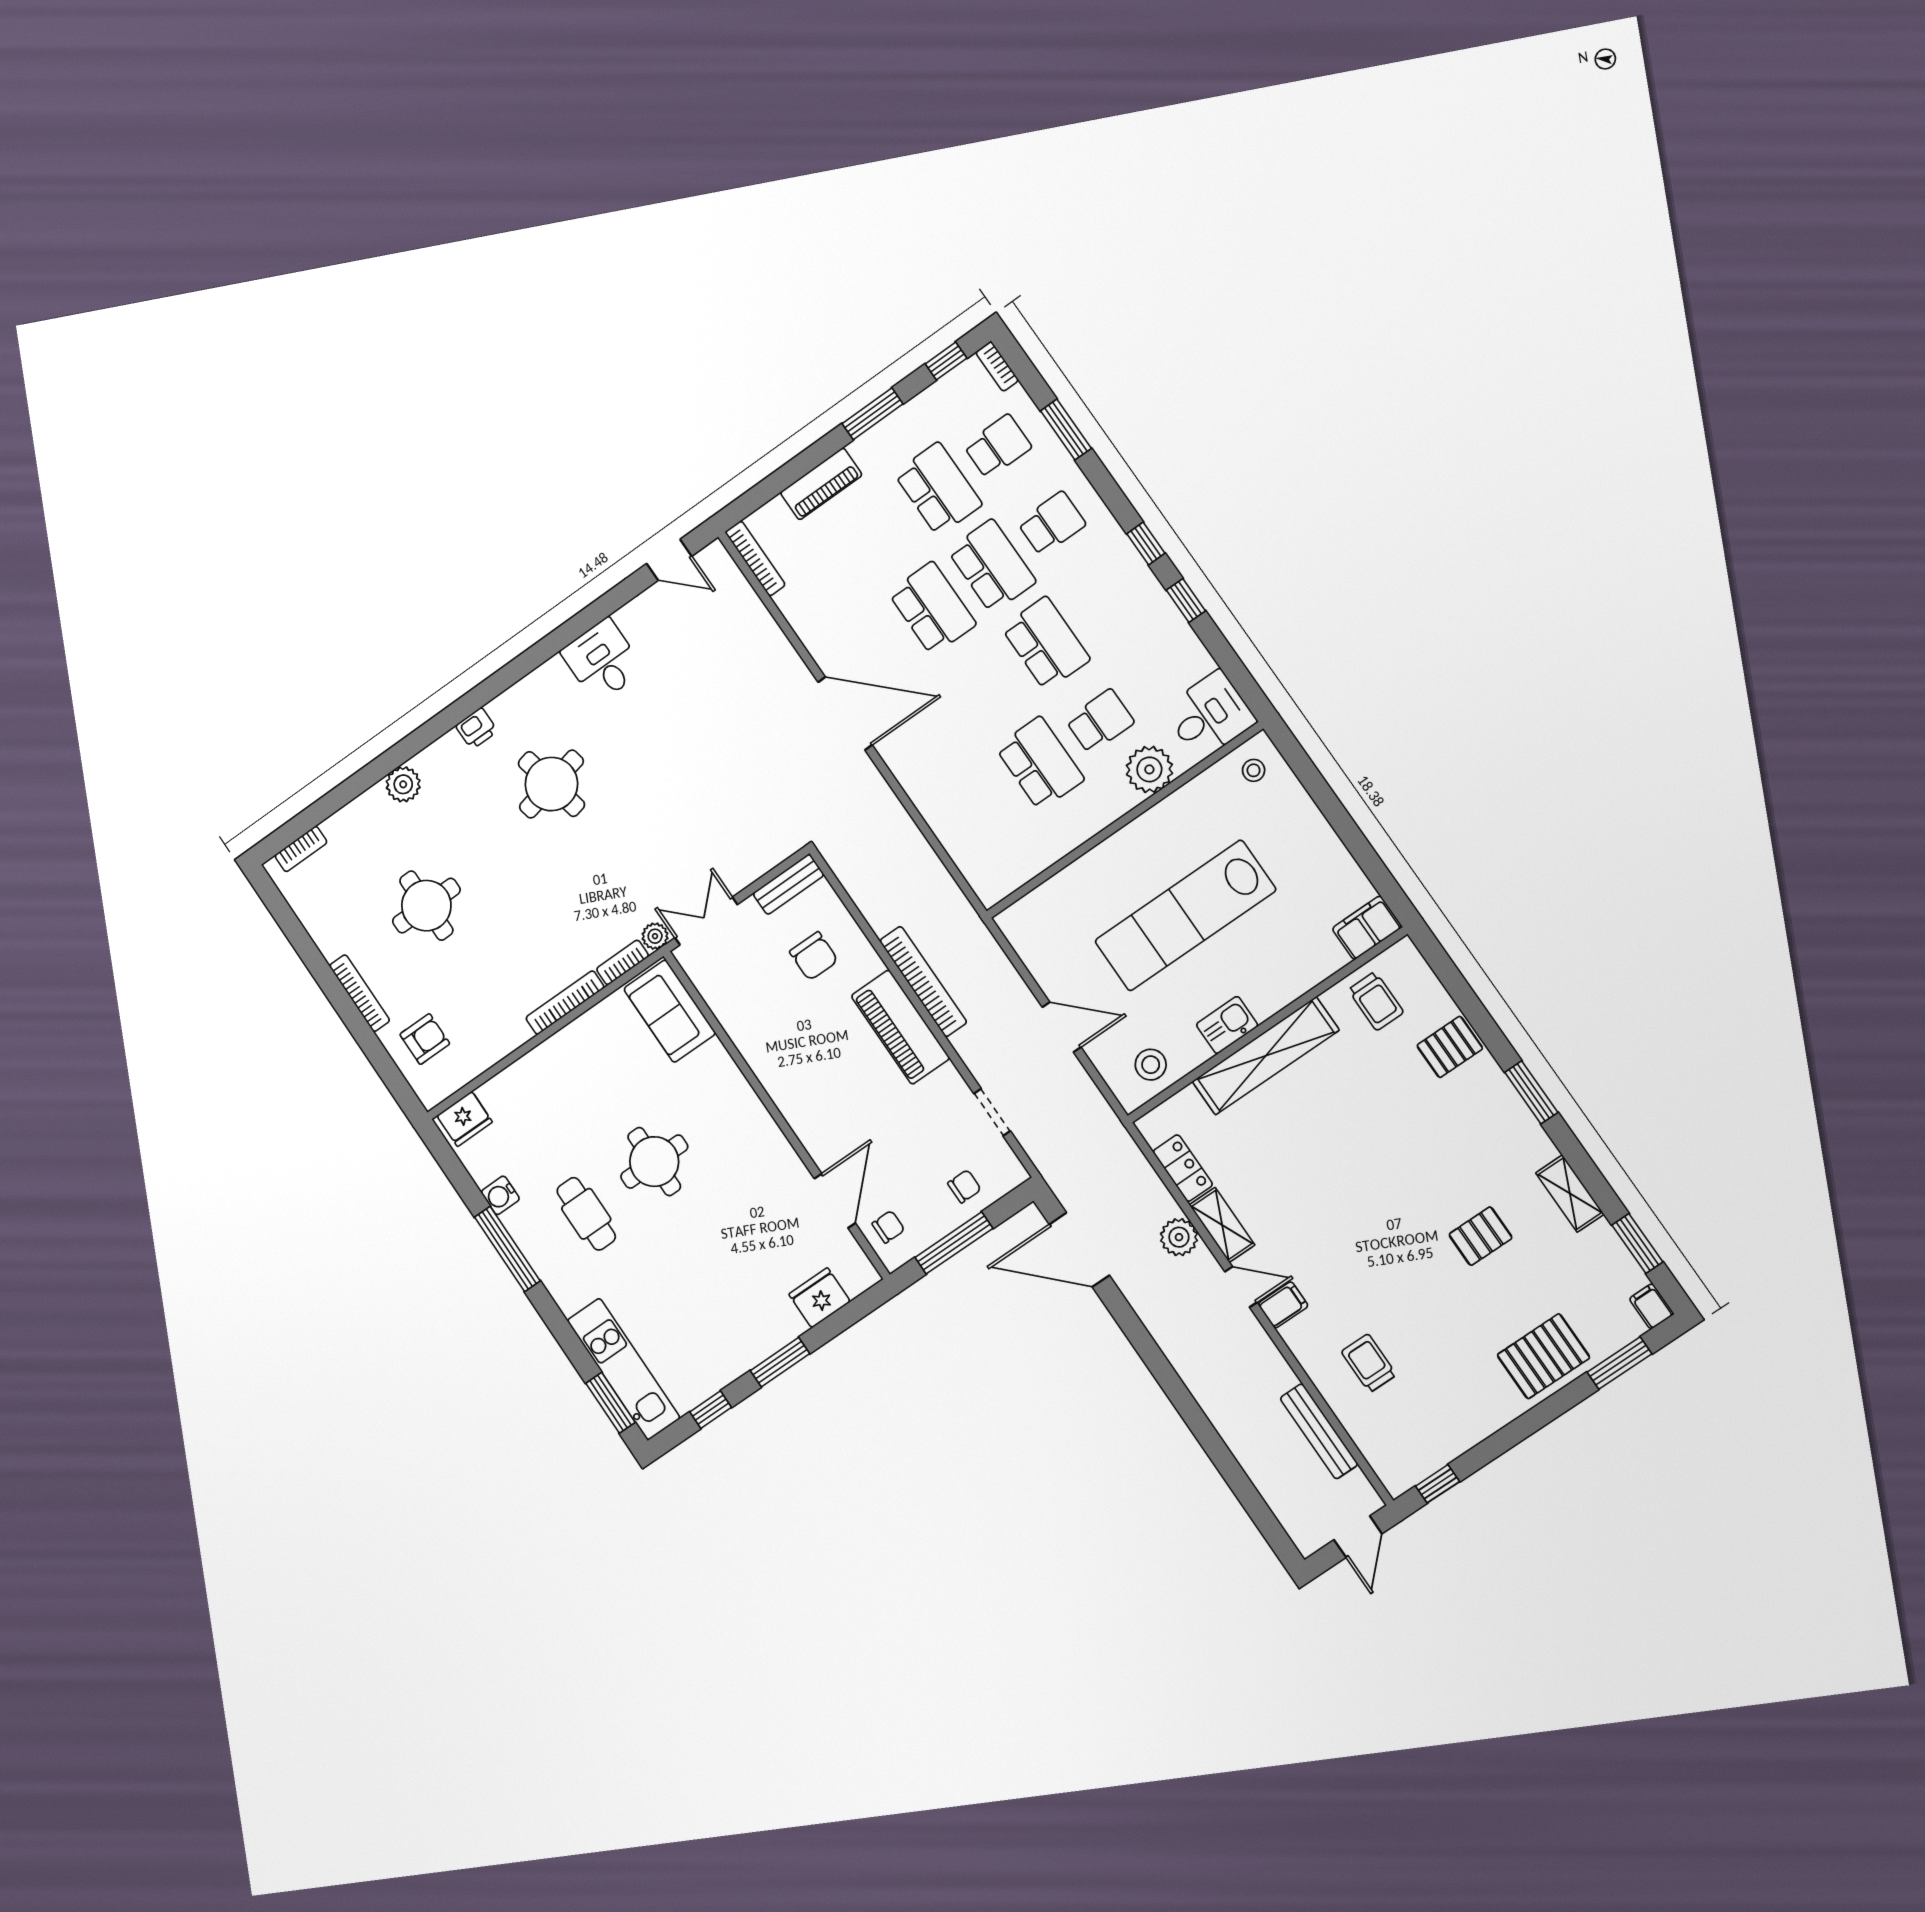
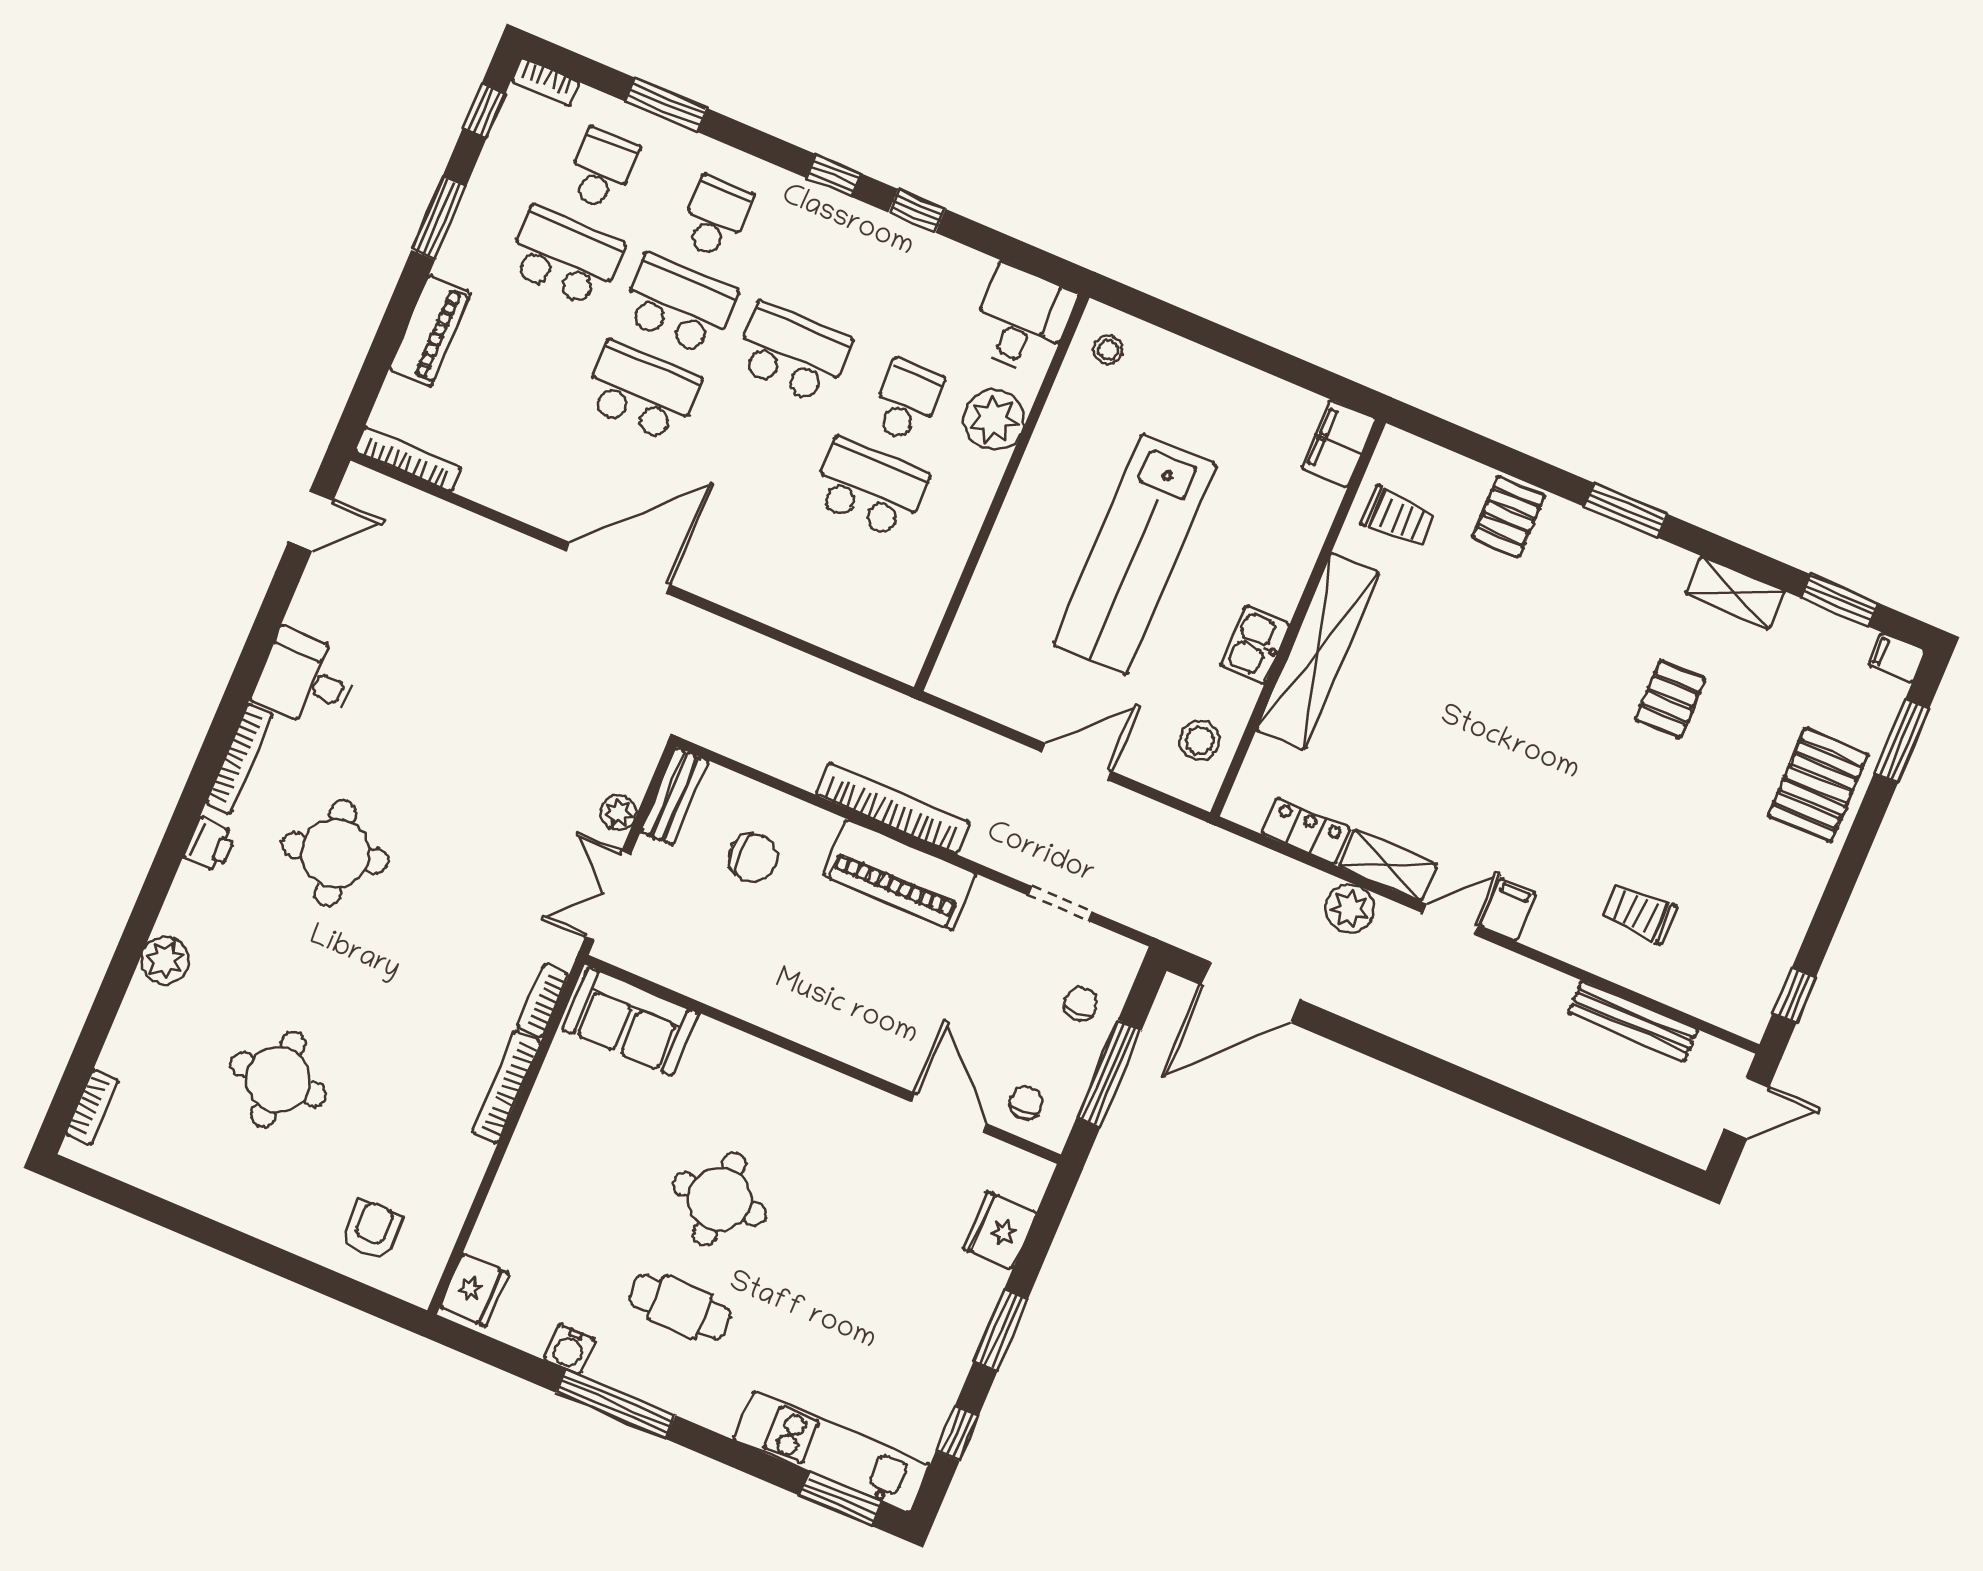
plant: (655, 936) -> (618, 813), moved
bookcase: (360, 993) -> (239, 759), moved, turned 90
door: (1358, 1537) -> (1747, 1108), hinge flipped

